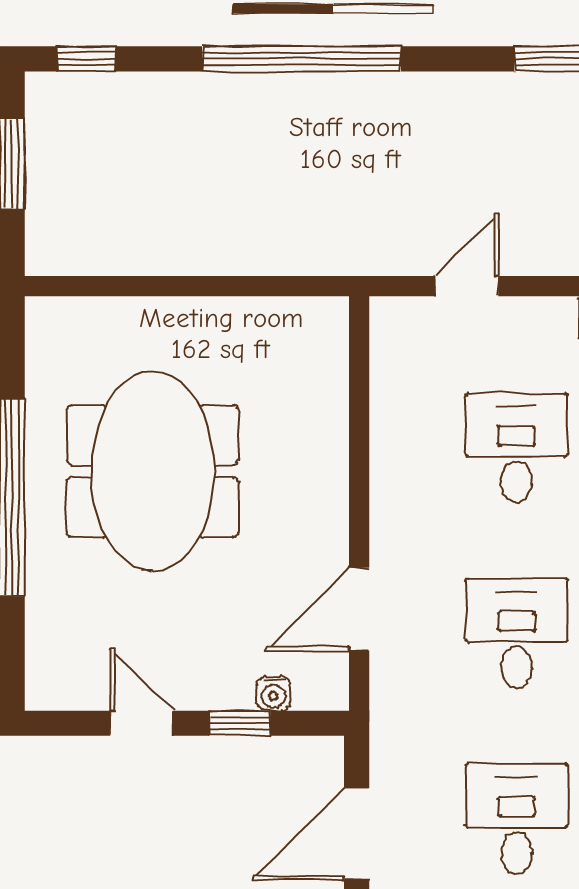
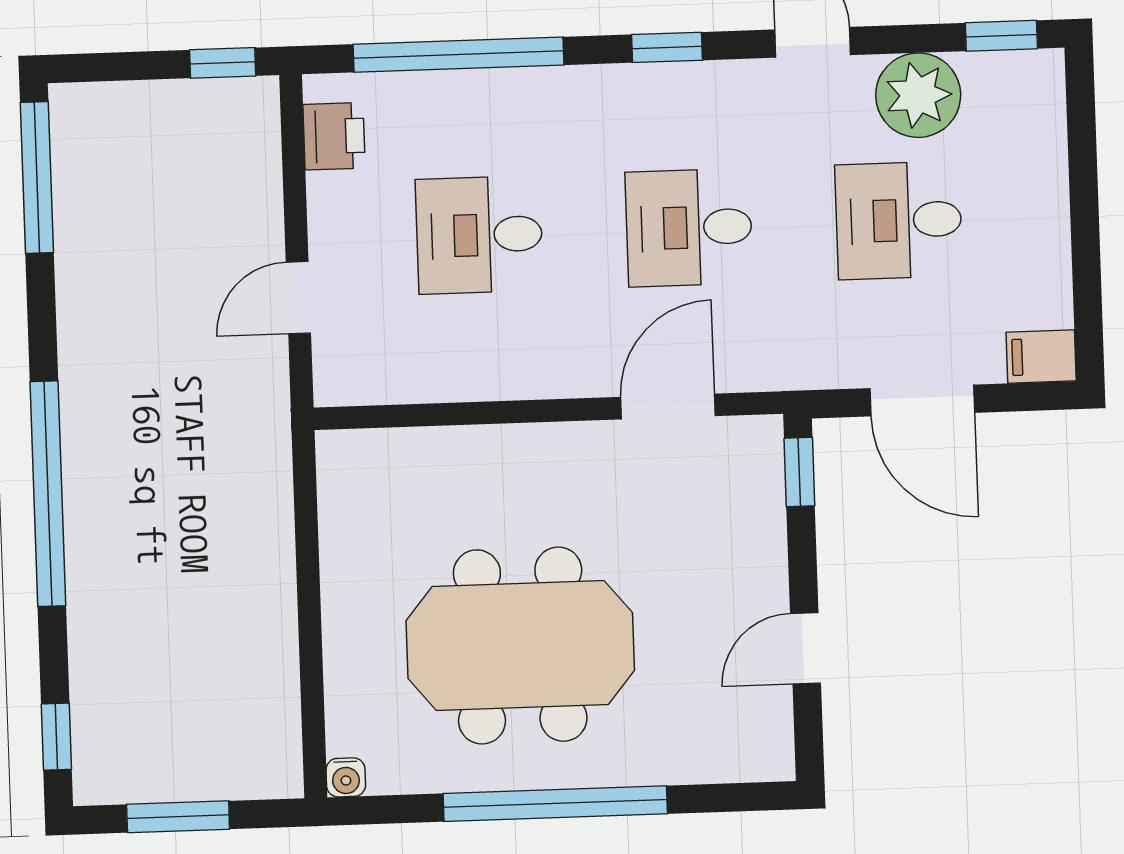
door: (467, 286) -> (298, 298), hinge flipped
door: (359, 609) -> (668, 407), swing flipped
water cooler: (273, 694) -> (346, 777), moved, turned 90
window: (240, 723) -> (799, 472), moved

